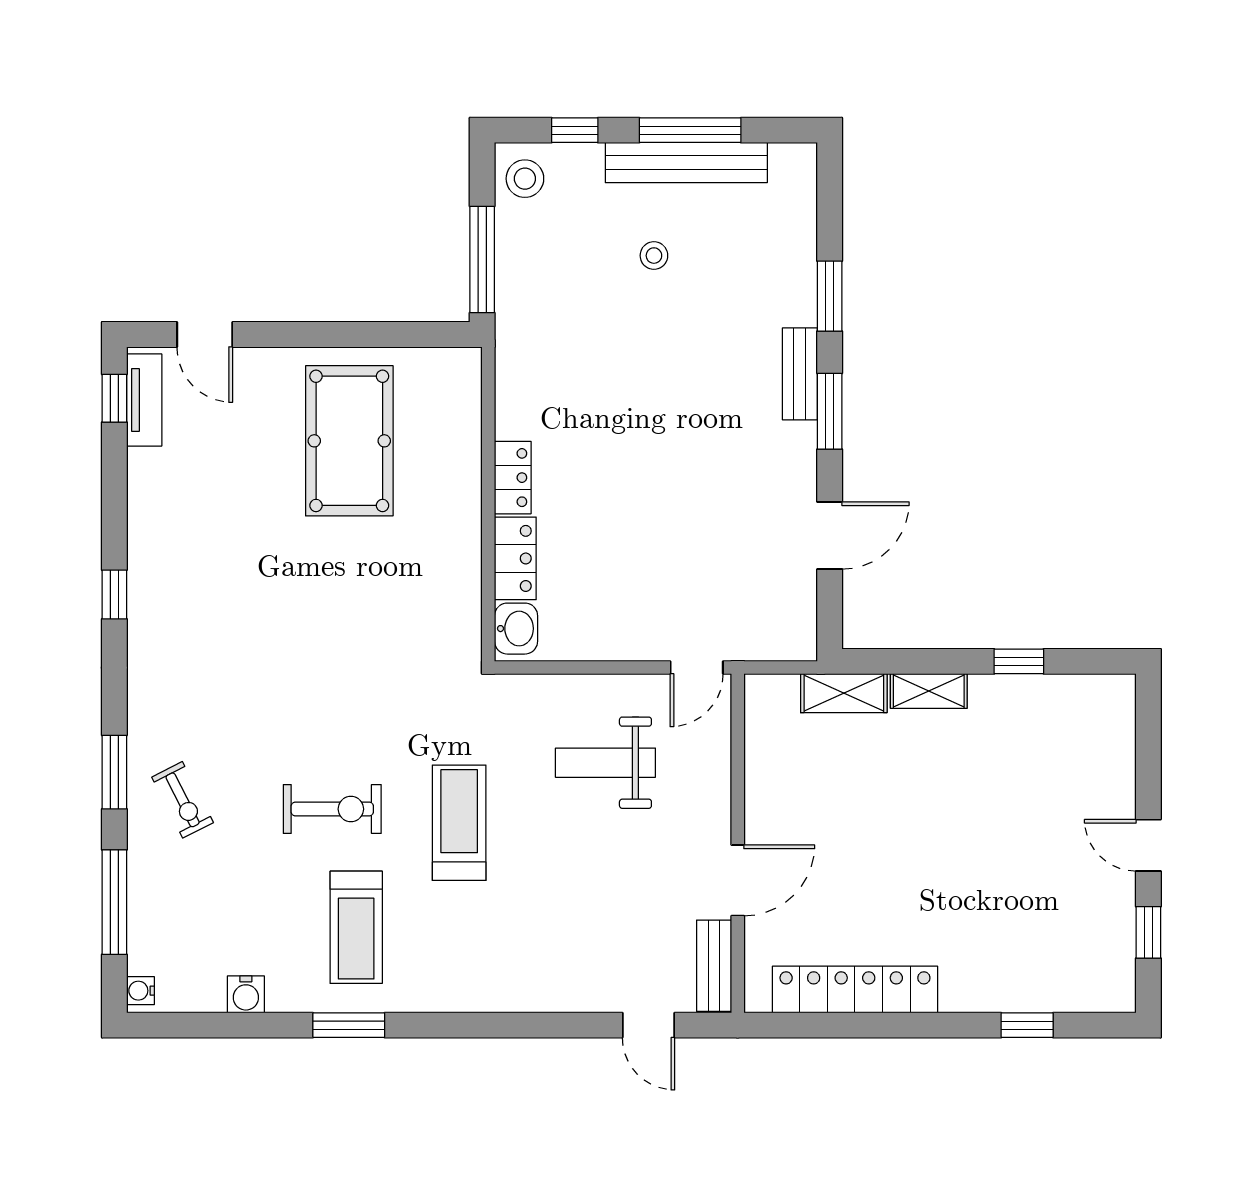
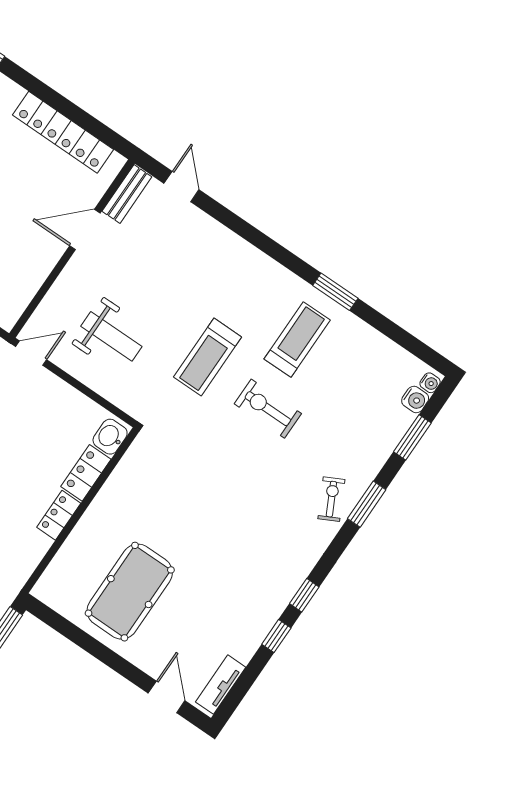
window: (114, 398) -> (276, 636), moved
exercise bike: (183, 800) -> (331, 499), moved
window: (114, 902) -> (412, 437), width x0.69
water cooler: (246, 994) -> (415, 399), moved, turned 90

